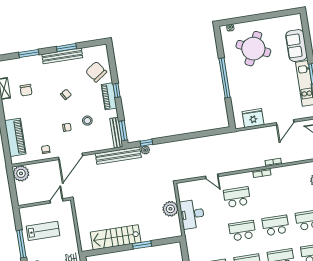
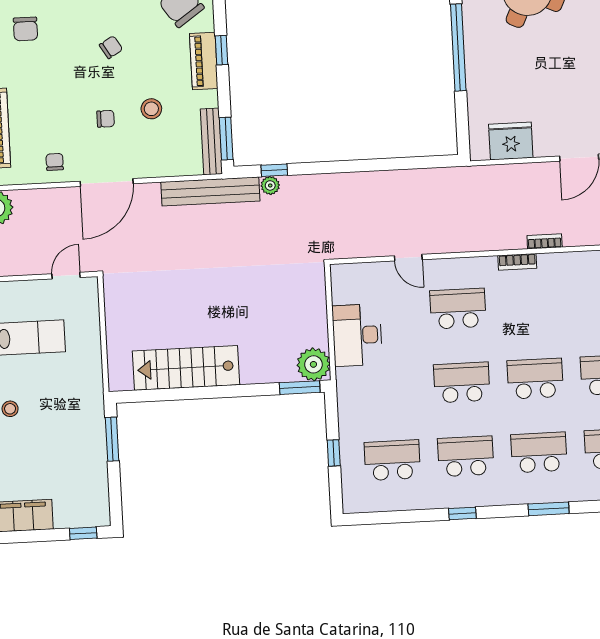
plant: (170, 209) -> (313, 364), moved
window: (142, 245) -> (300, 388), moved

